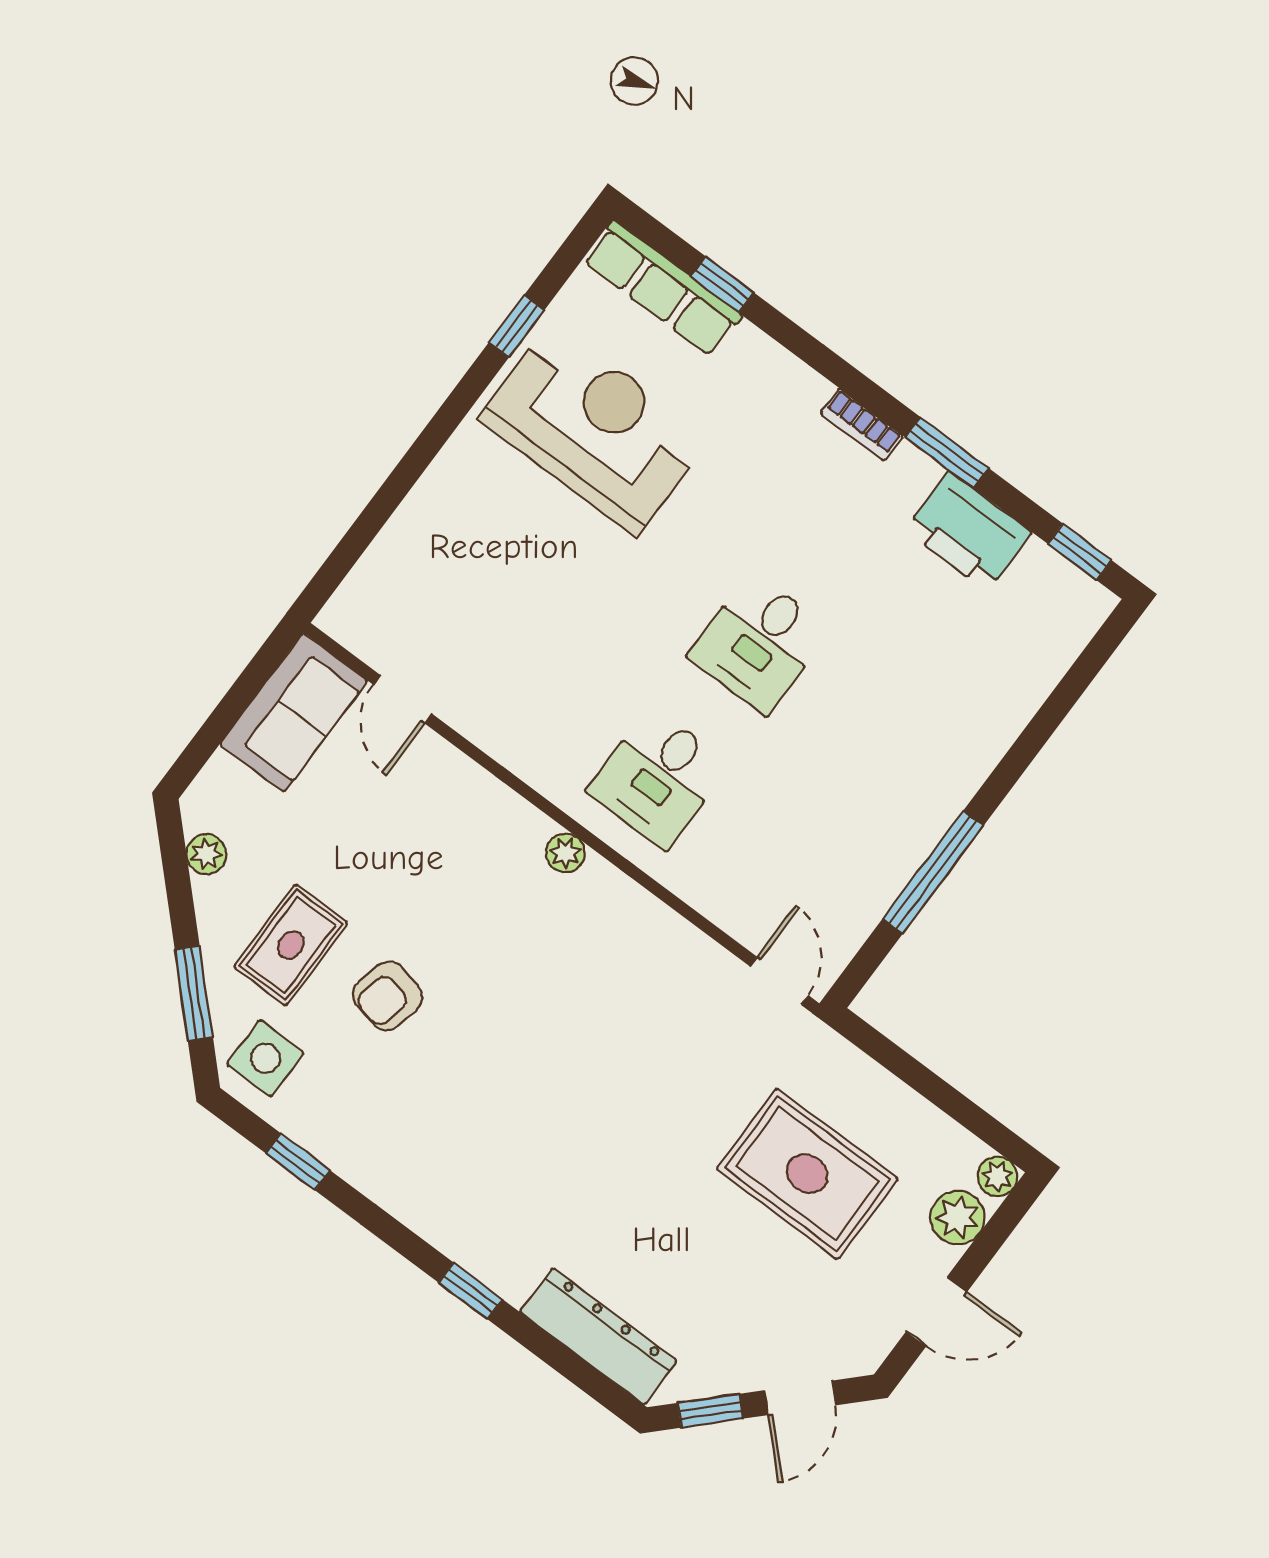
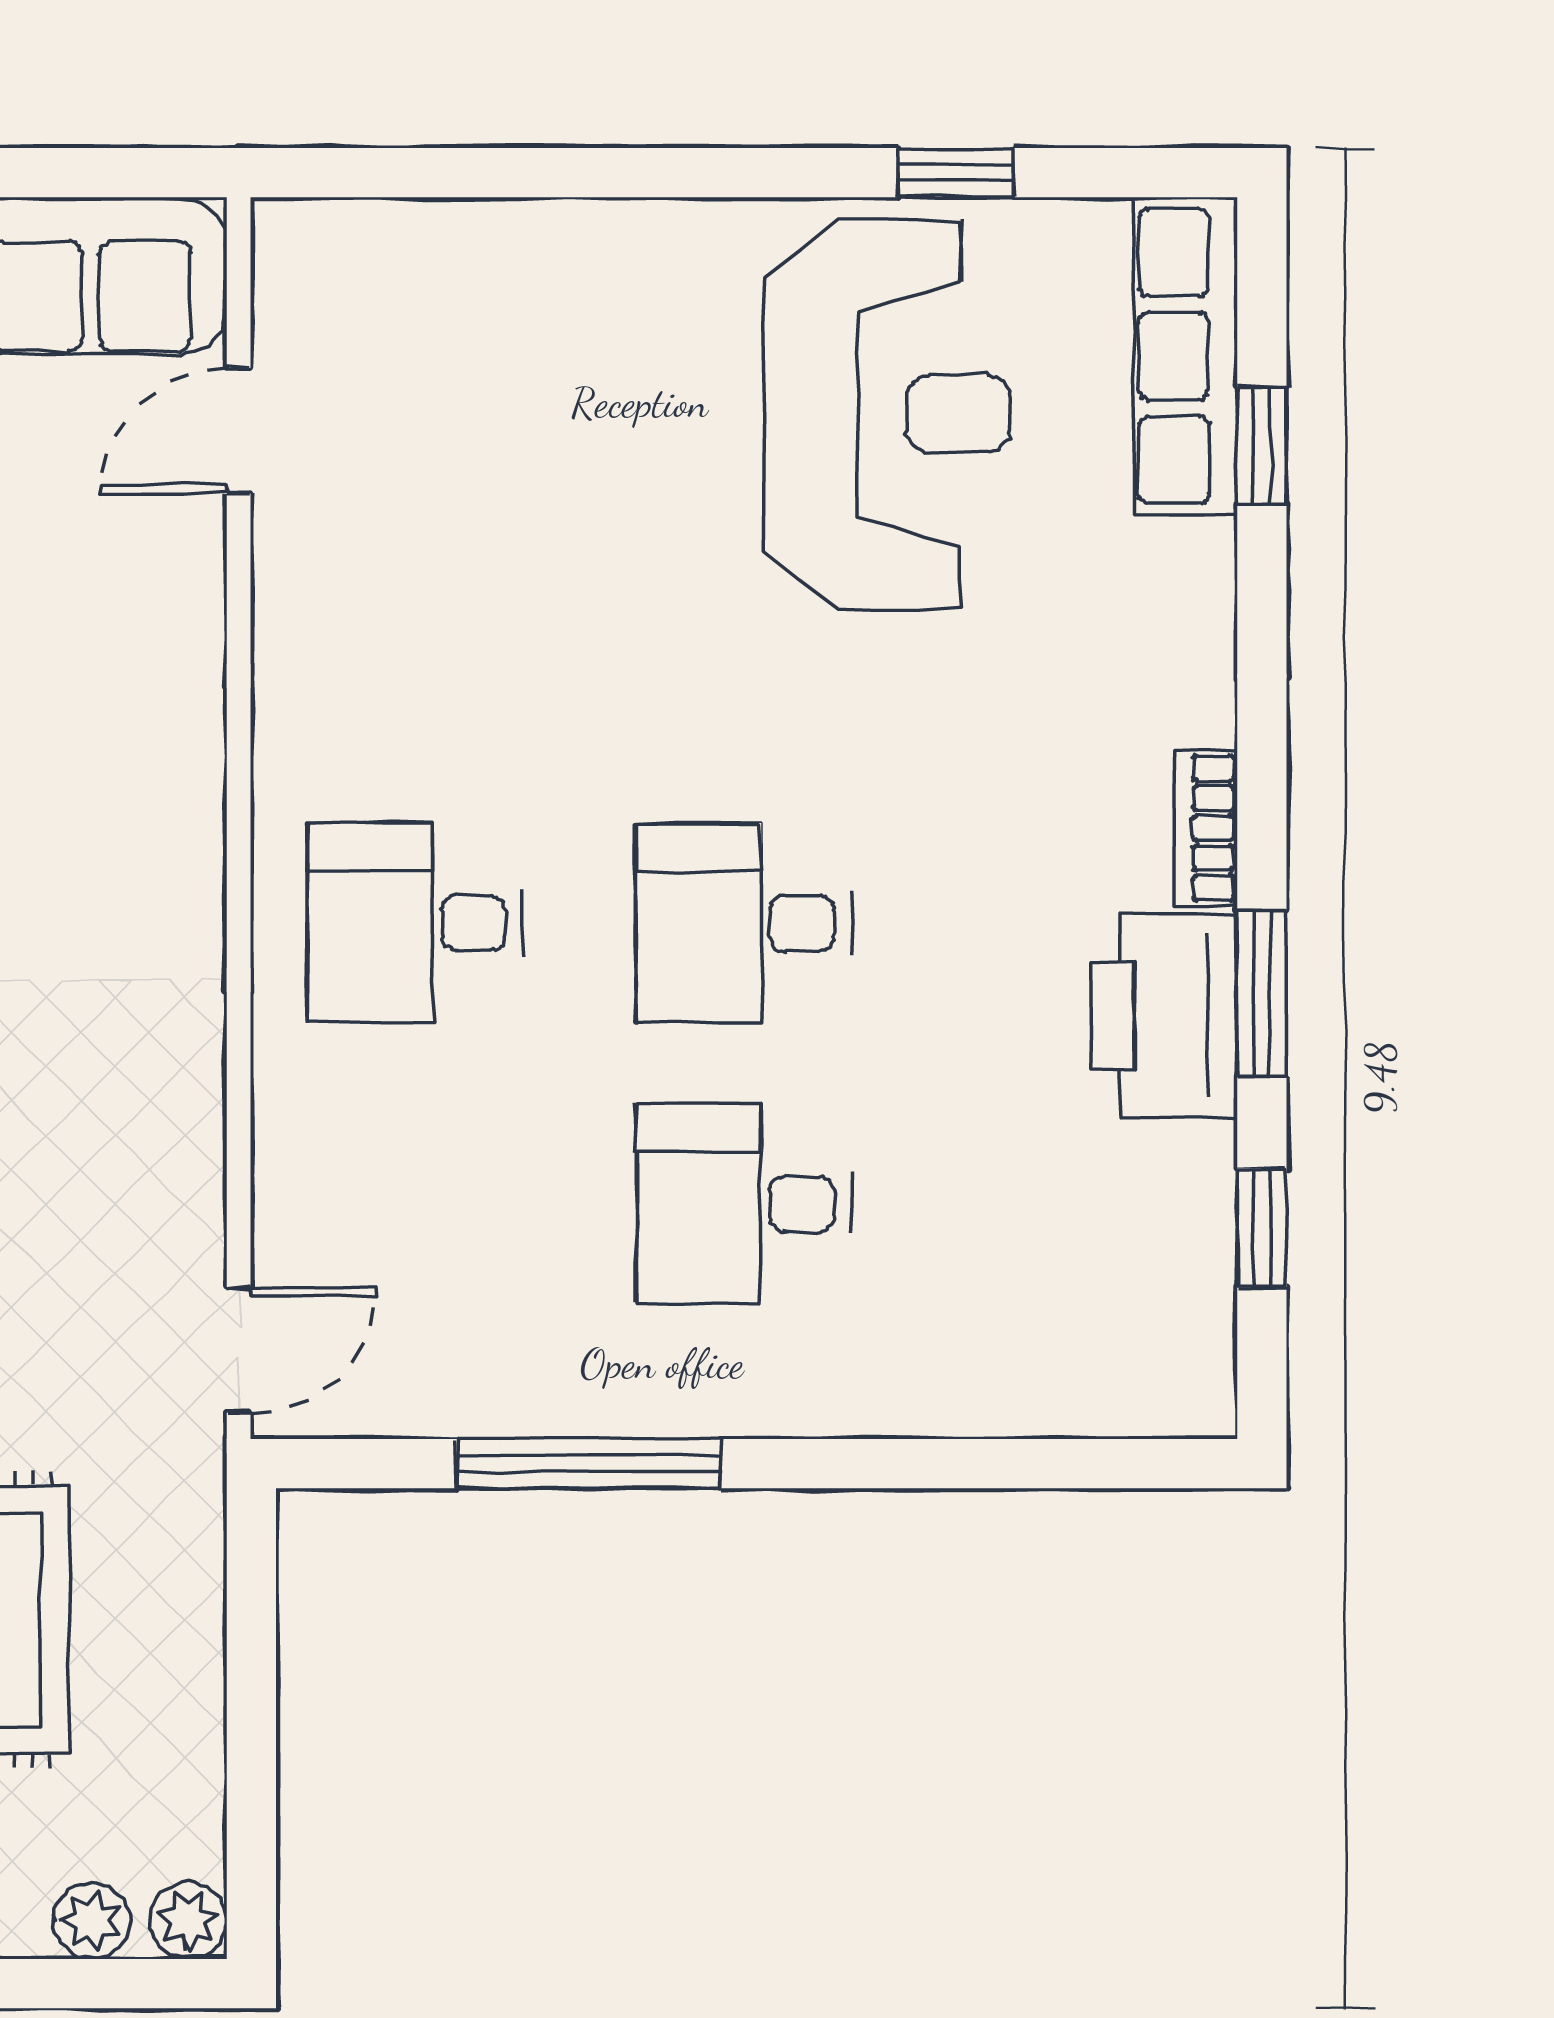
printer: (968, 531) -> (1164, 1016), moved
window: (1079, 552) -> (1262, 1228), moved
desk: (874, 729) -> (744, 1204), added
plant: (565, 853) -> (189, 866), removed
plant: (958, 1218) -> (92, 1921), width x0.73, depth x0.73

